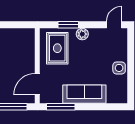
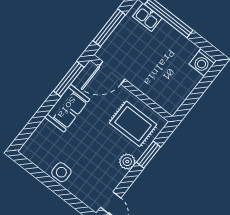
door: (37, 84) -> (112, 73), swing flipped
sofa: (84, 94) -> (67, 108), width x0.73

